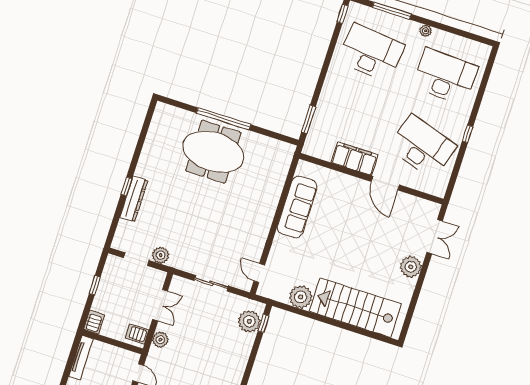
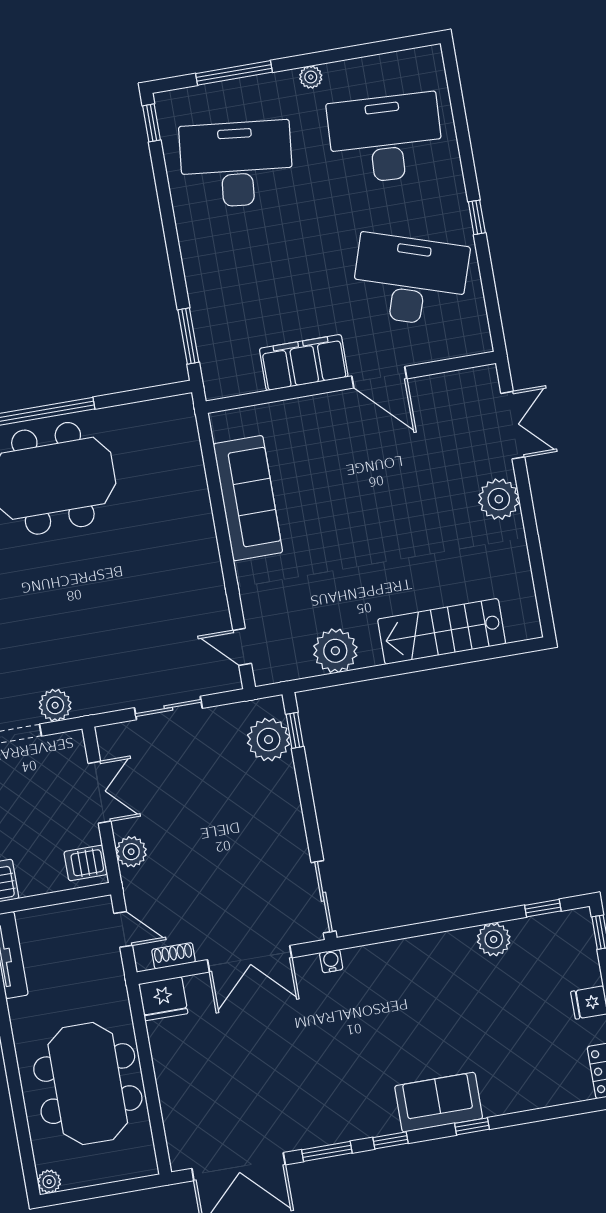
stairs: (355, 308) -> (442, 631), width x0.73, depth x0.66

